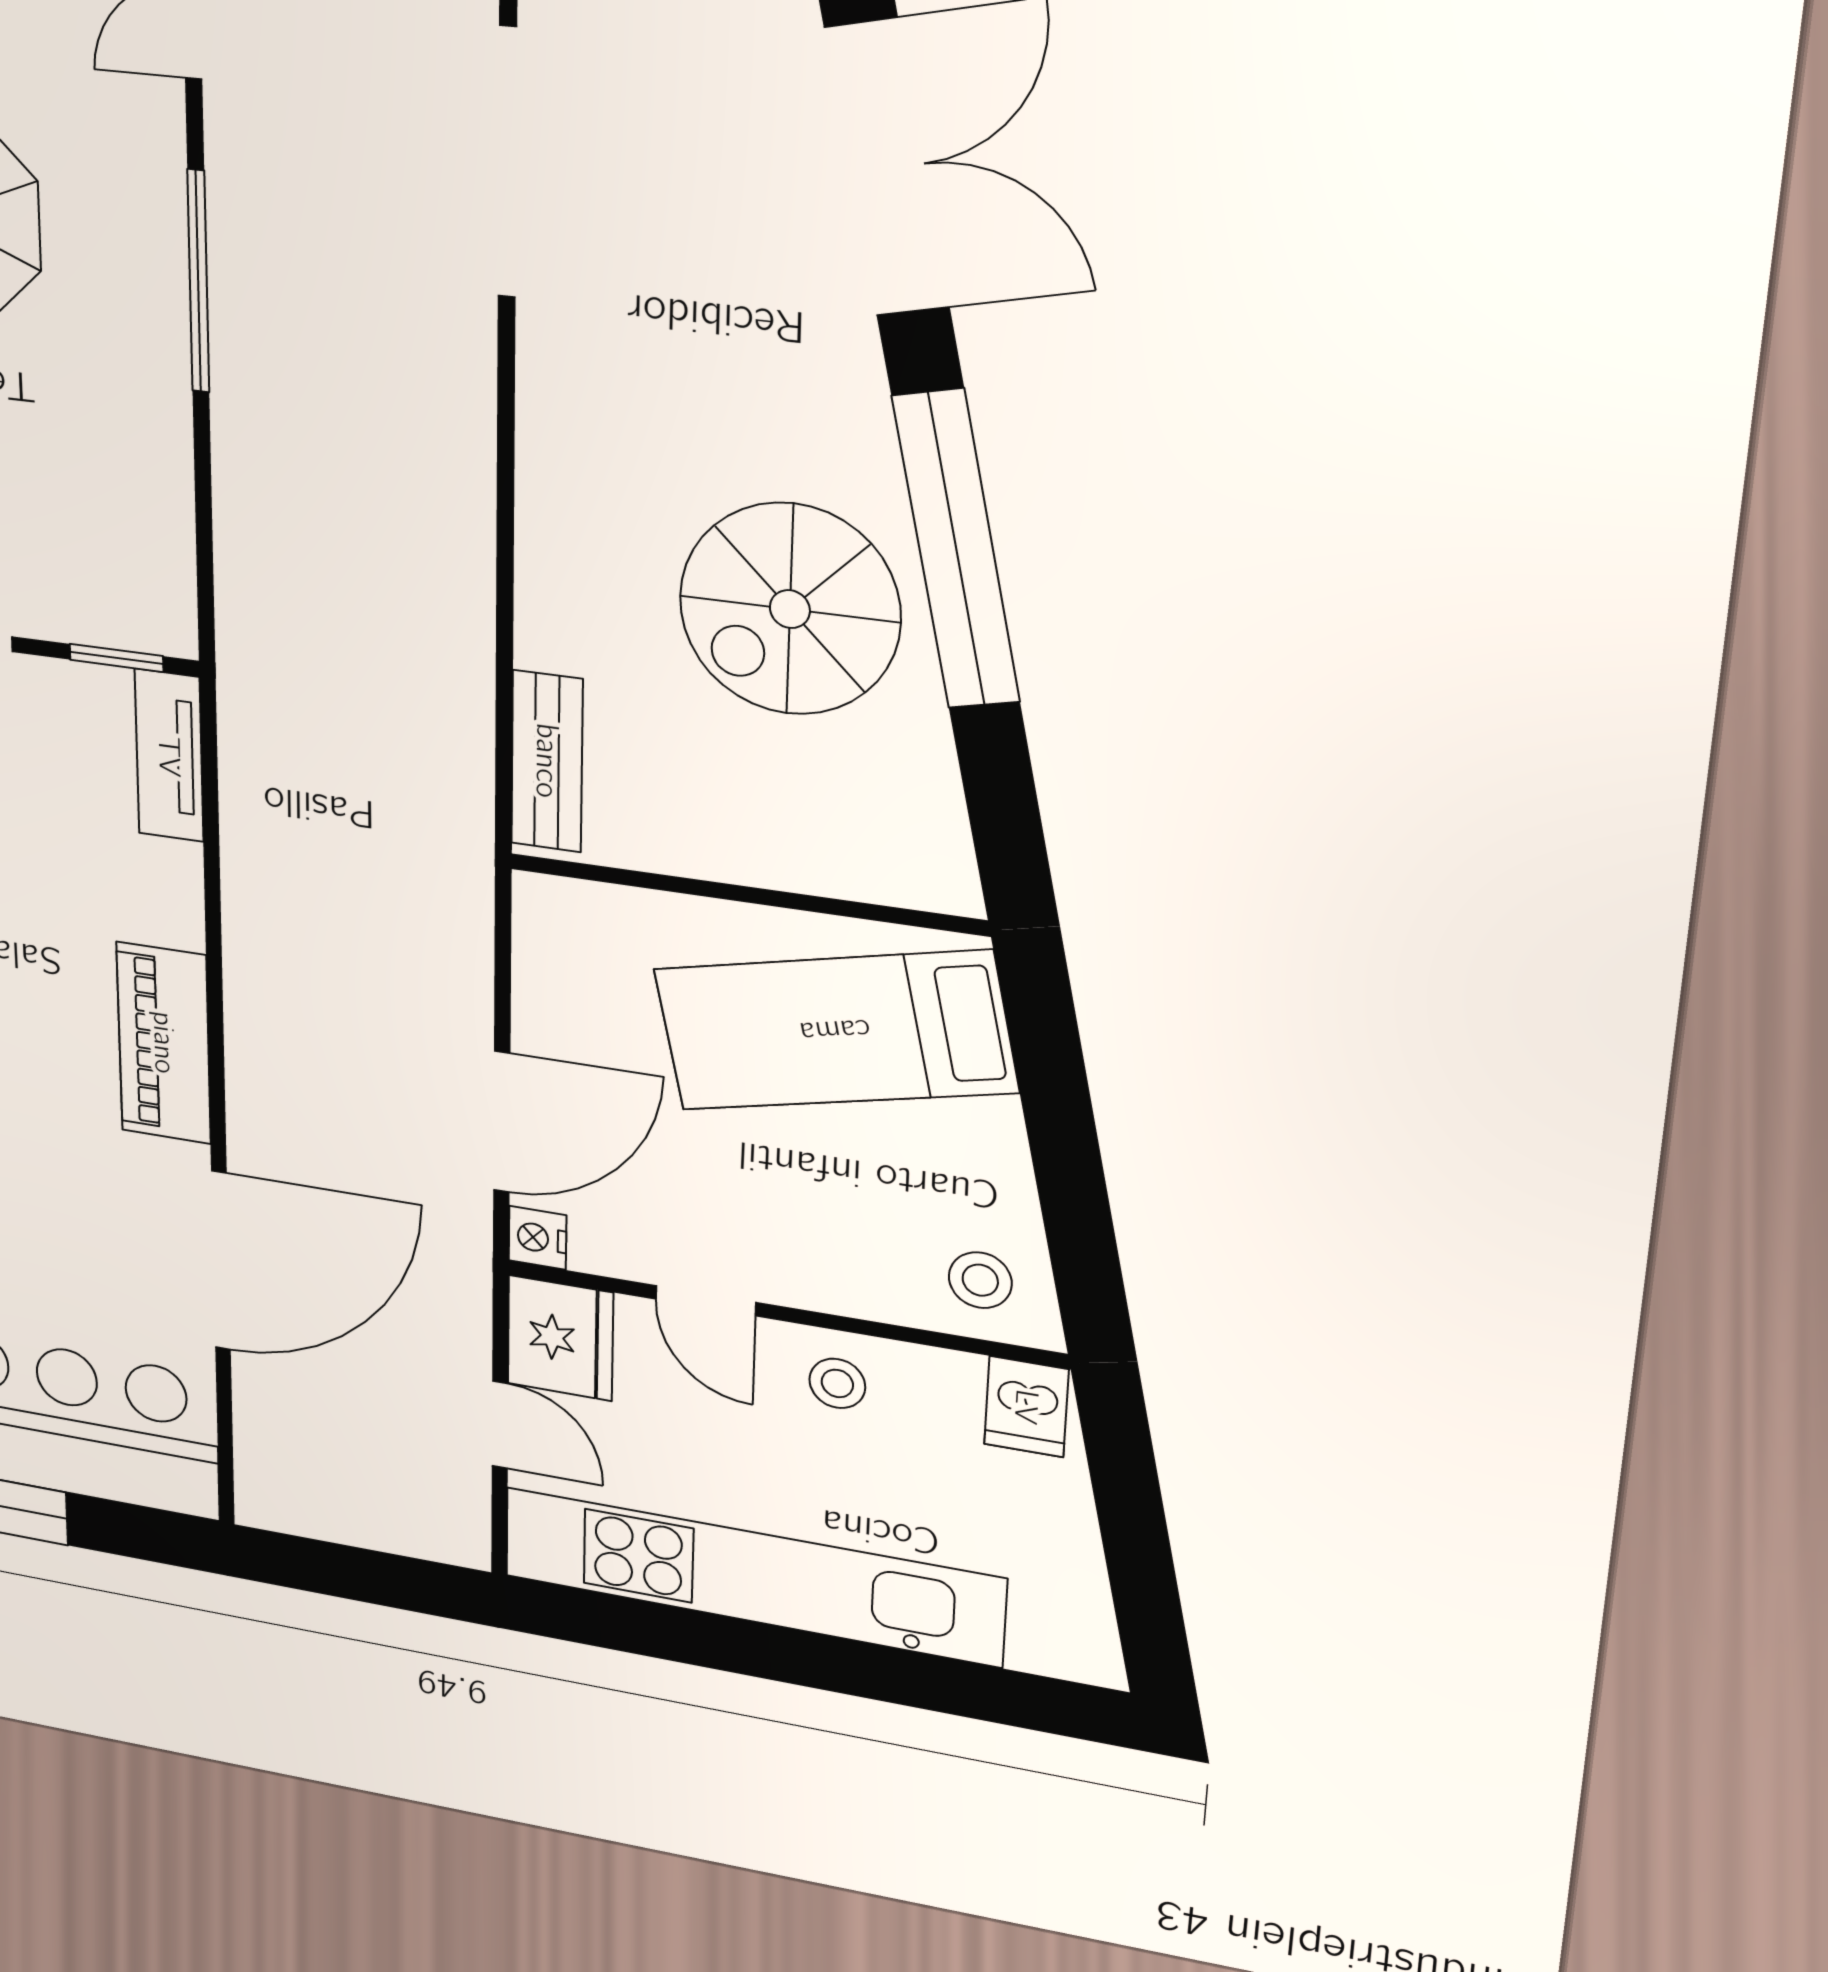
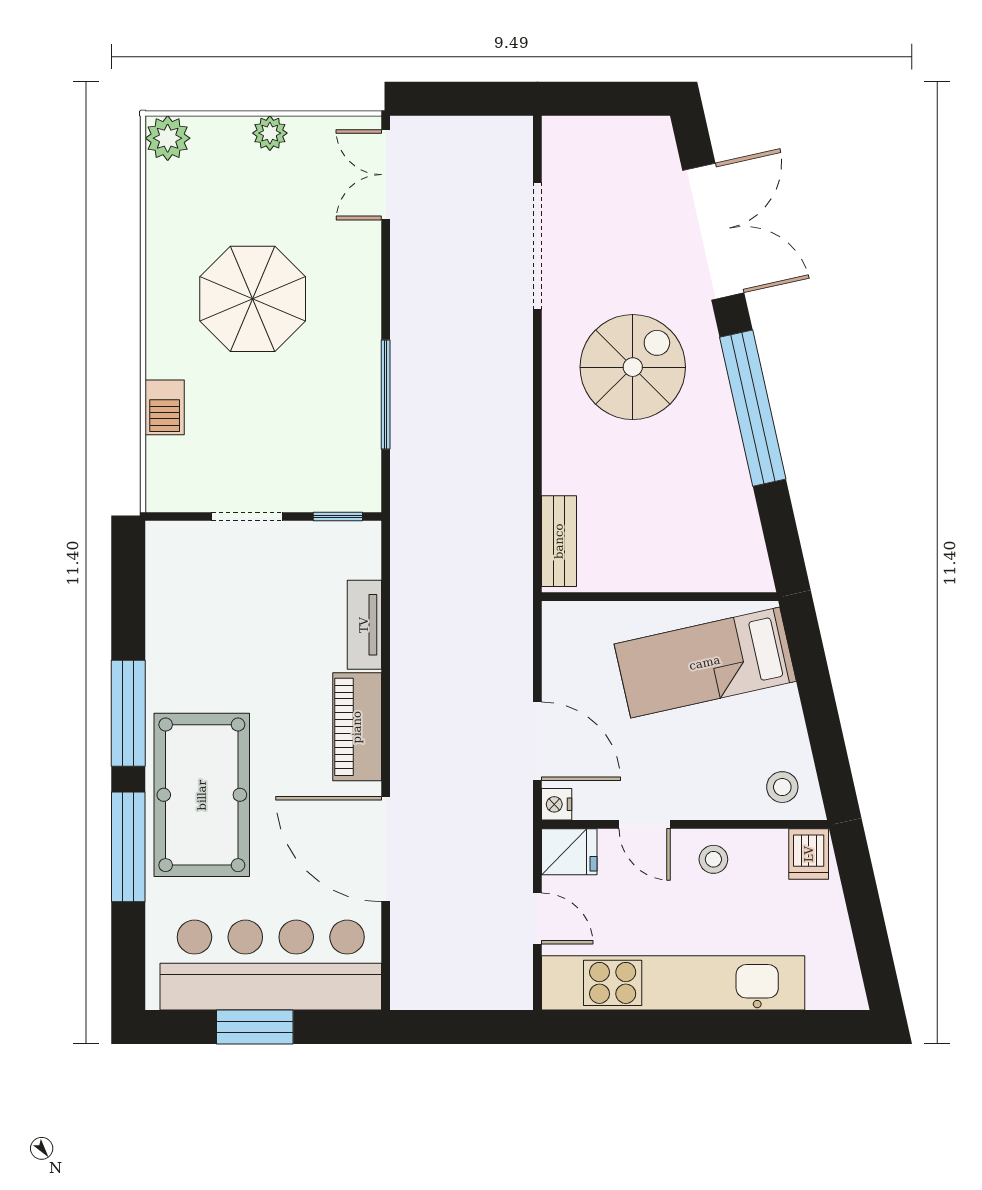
window: (198, 282) -> (386, 394), moved
spiral stairs: (790, 609) -> (633, 367), moved, turned 180
tv unit: (169, 756) -> (364, 625), moved
door: (502, 1122) -> (537, 741), hinge flipped
door: (221, 1261) -> (386, 849), swing flipped
fridge: (560, 1338) -> (569, 852), width x0.72

